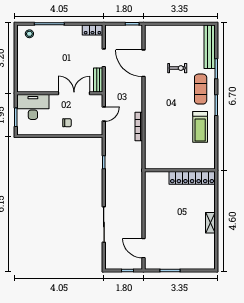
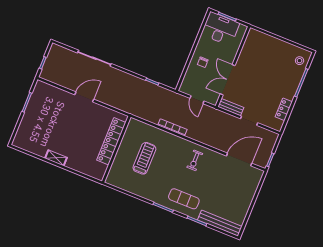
locker: (92, 30) -> (284, 109), moved
door: (143, 63) -> (239, 160), moved
exercise bike: (177, 68) -> (195, 160), moved
double door: (74, 93) -> (228, 80), swing flipped
desk: (33, 107) -> (220, 29), moved, turned -90
treadmill: (200, 127) -> (144, 158), moved, turned 90
locker: (192, 178) -> (111, 141), moved
door: (143, 248) -> (84, 97), moved

